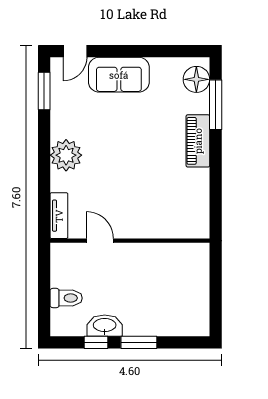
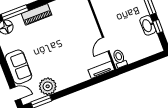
plant: (66, 155) -> (48, 86), moved
toilet: (66, 298) -> (120, 59), moved

